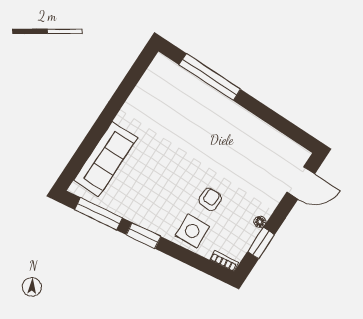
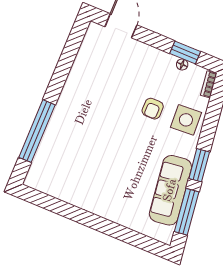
sofa: (106, 159) -> (170, 190), moved, turned -98
armchair: (210, 199) -> (153, 109), turned -90
floor lamp: (260, 222) -> (182, 65), moved

